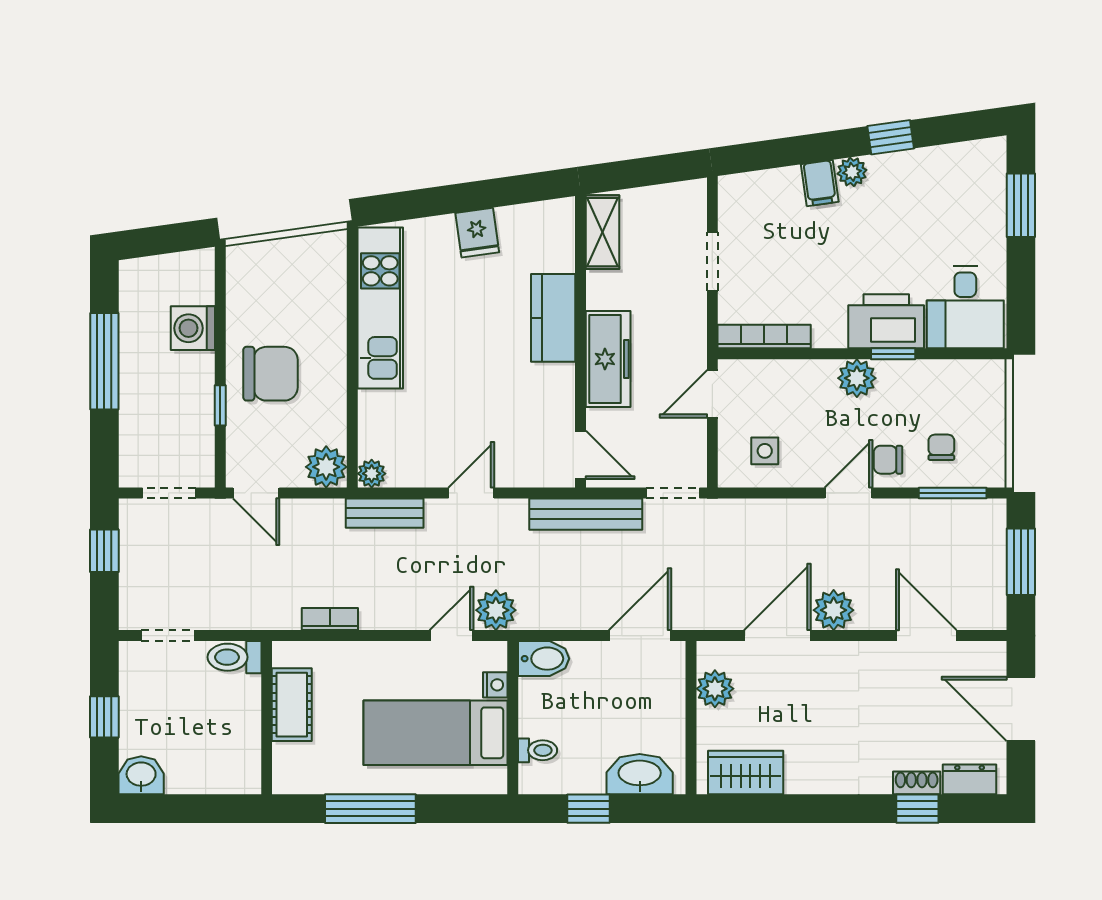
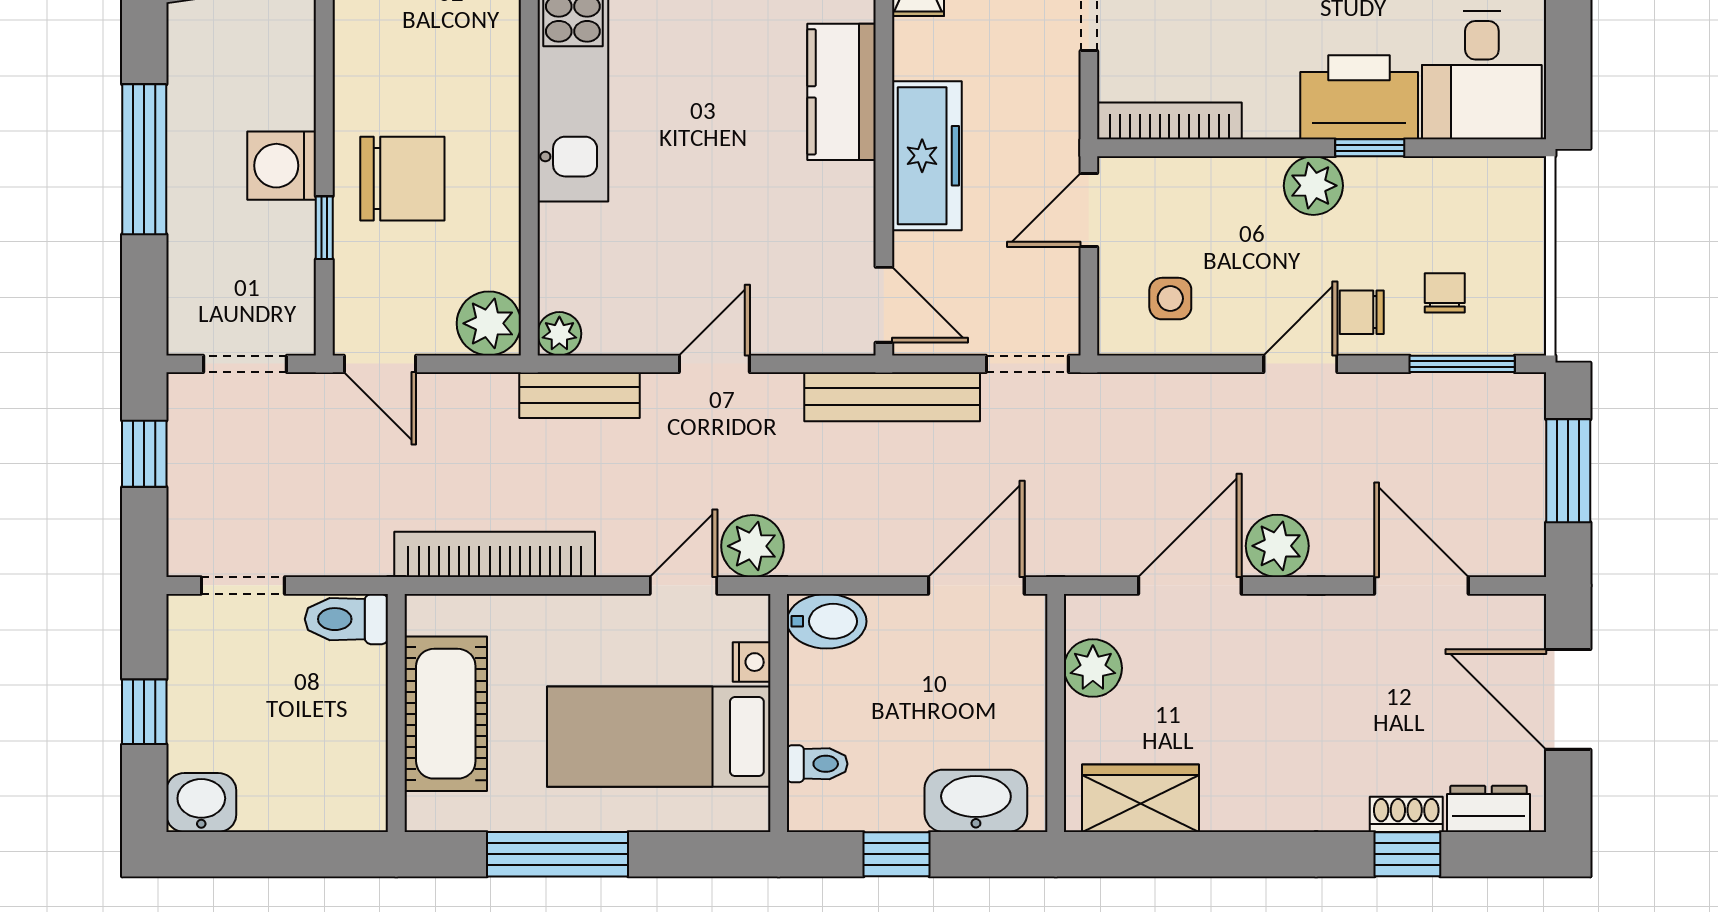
washing machine: (193, 328) -> (282, 166), moved
bookcase: (330, 619) -> (495, 554), width x2.31, depth x1.31
cot: (292, 705) -> (446, 714), width x1.37, depth x1.34

